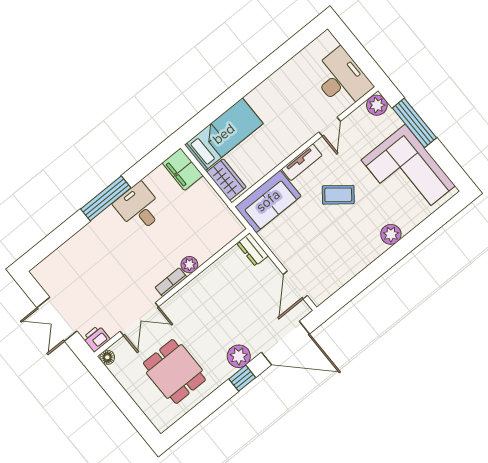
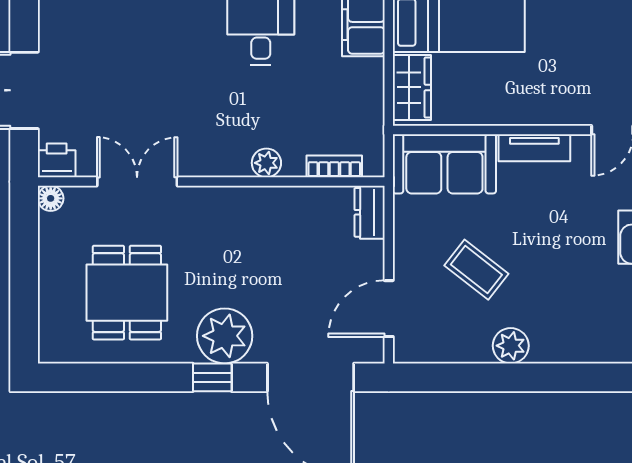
coffee table: (338, 195) -> (476, 270), moved
plant: (391, 234) -> (511, 346), moved
bookcase: (171, 282) -> (334, 166), moved
double door: (139, 319) -> (137, 182), swing flipped
plant: (239, 356) -> (225, 336), width x1.36, depth x1.36

